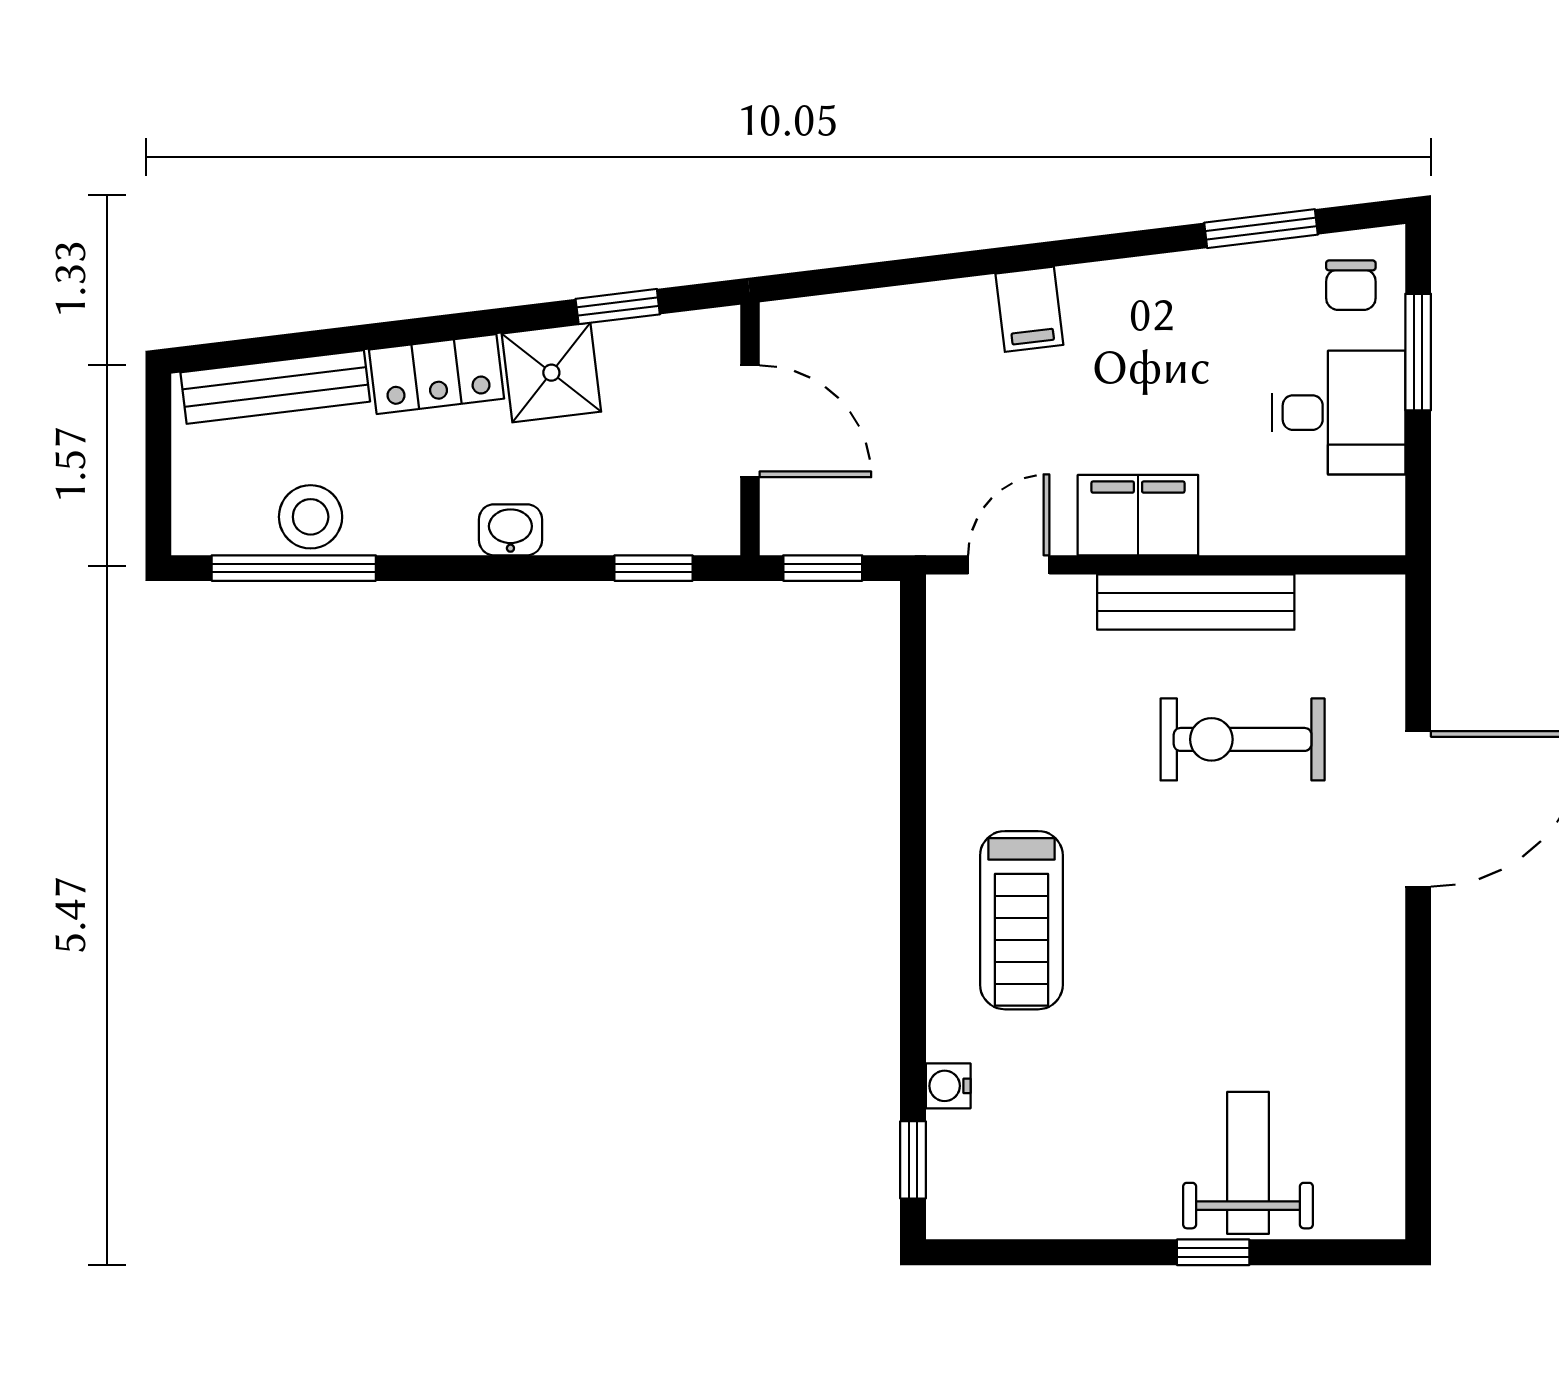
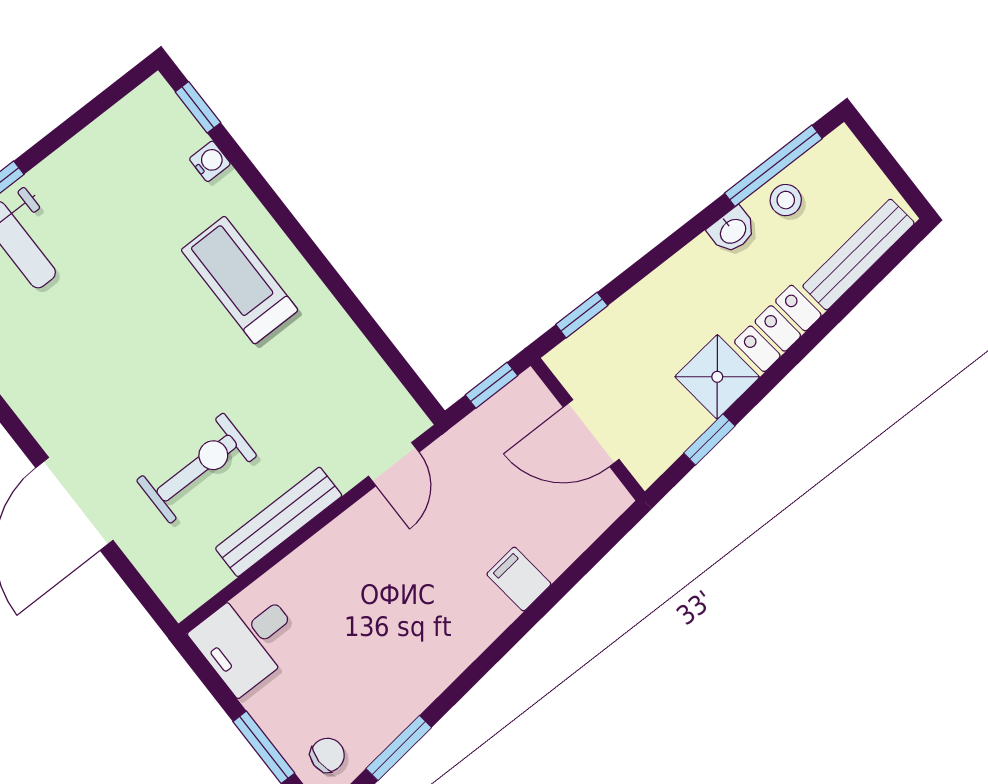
chair: (1351, 285) -> (327, 755), turned 90
filing cabinet: (1029, 309) -> (519, 579), moved
desk: (1339, 413) -> (248, 639), moved
filing cabinet: (1138, 515) -> (345, 544), removed
stool: (311, 517) -> (786, 200), width x0.73, depth x0.73
washbasin: (510, 530) -> (732, 230), moved

